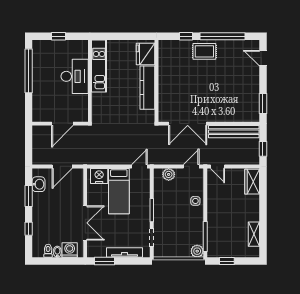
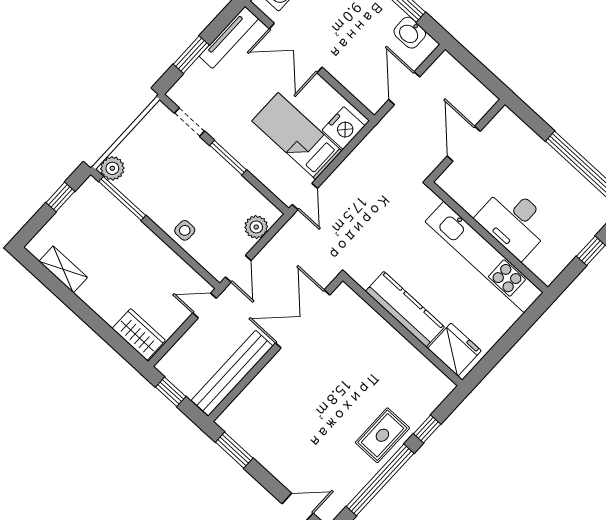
kitchen unit: (99, 66) -> (484, 257), width x1.36
tv unit: (125, 253) -> (229, 37), moved
window: (104, 261) -> (191, 55), moved

